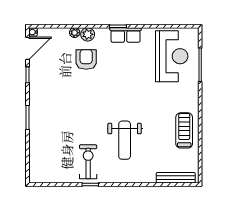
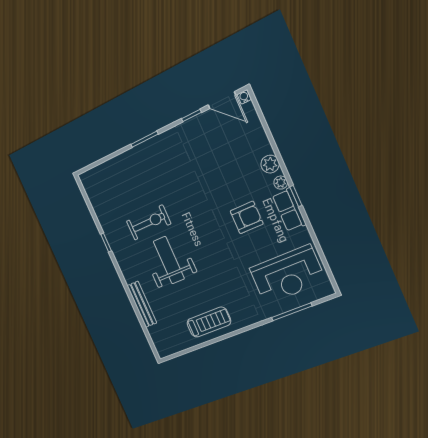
plant: (75, 33) -> (281, 183), moved
armchair: (86, 59) -> (247, 217), moved
weight bench: (125, 140) -> (169, 260), turned 90
exercise bike: (88, 162) -> (149, 222), moved
bench: (176, 178) -> (142, 304), moved

